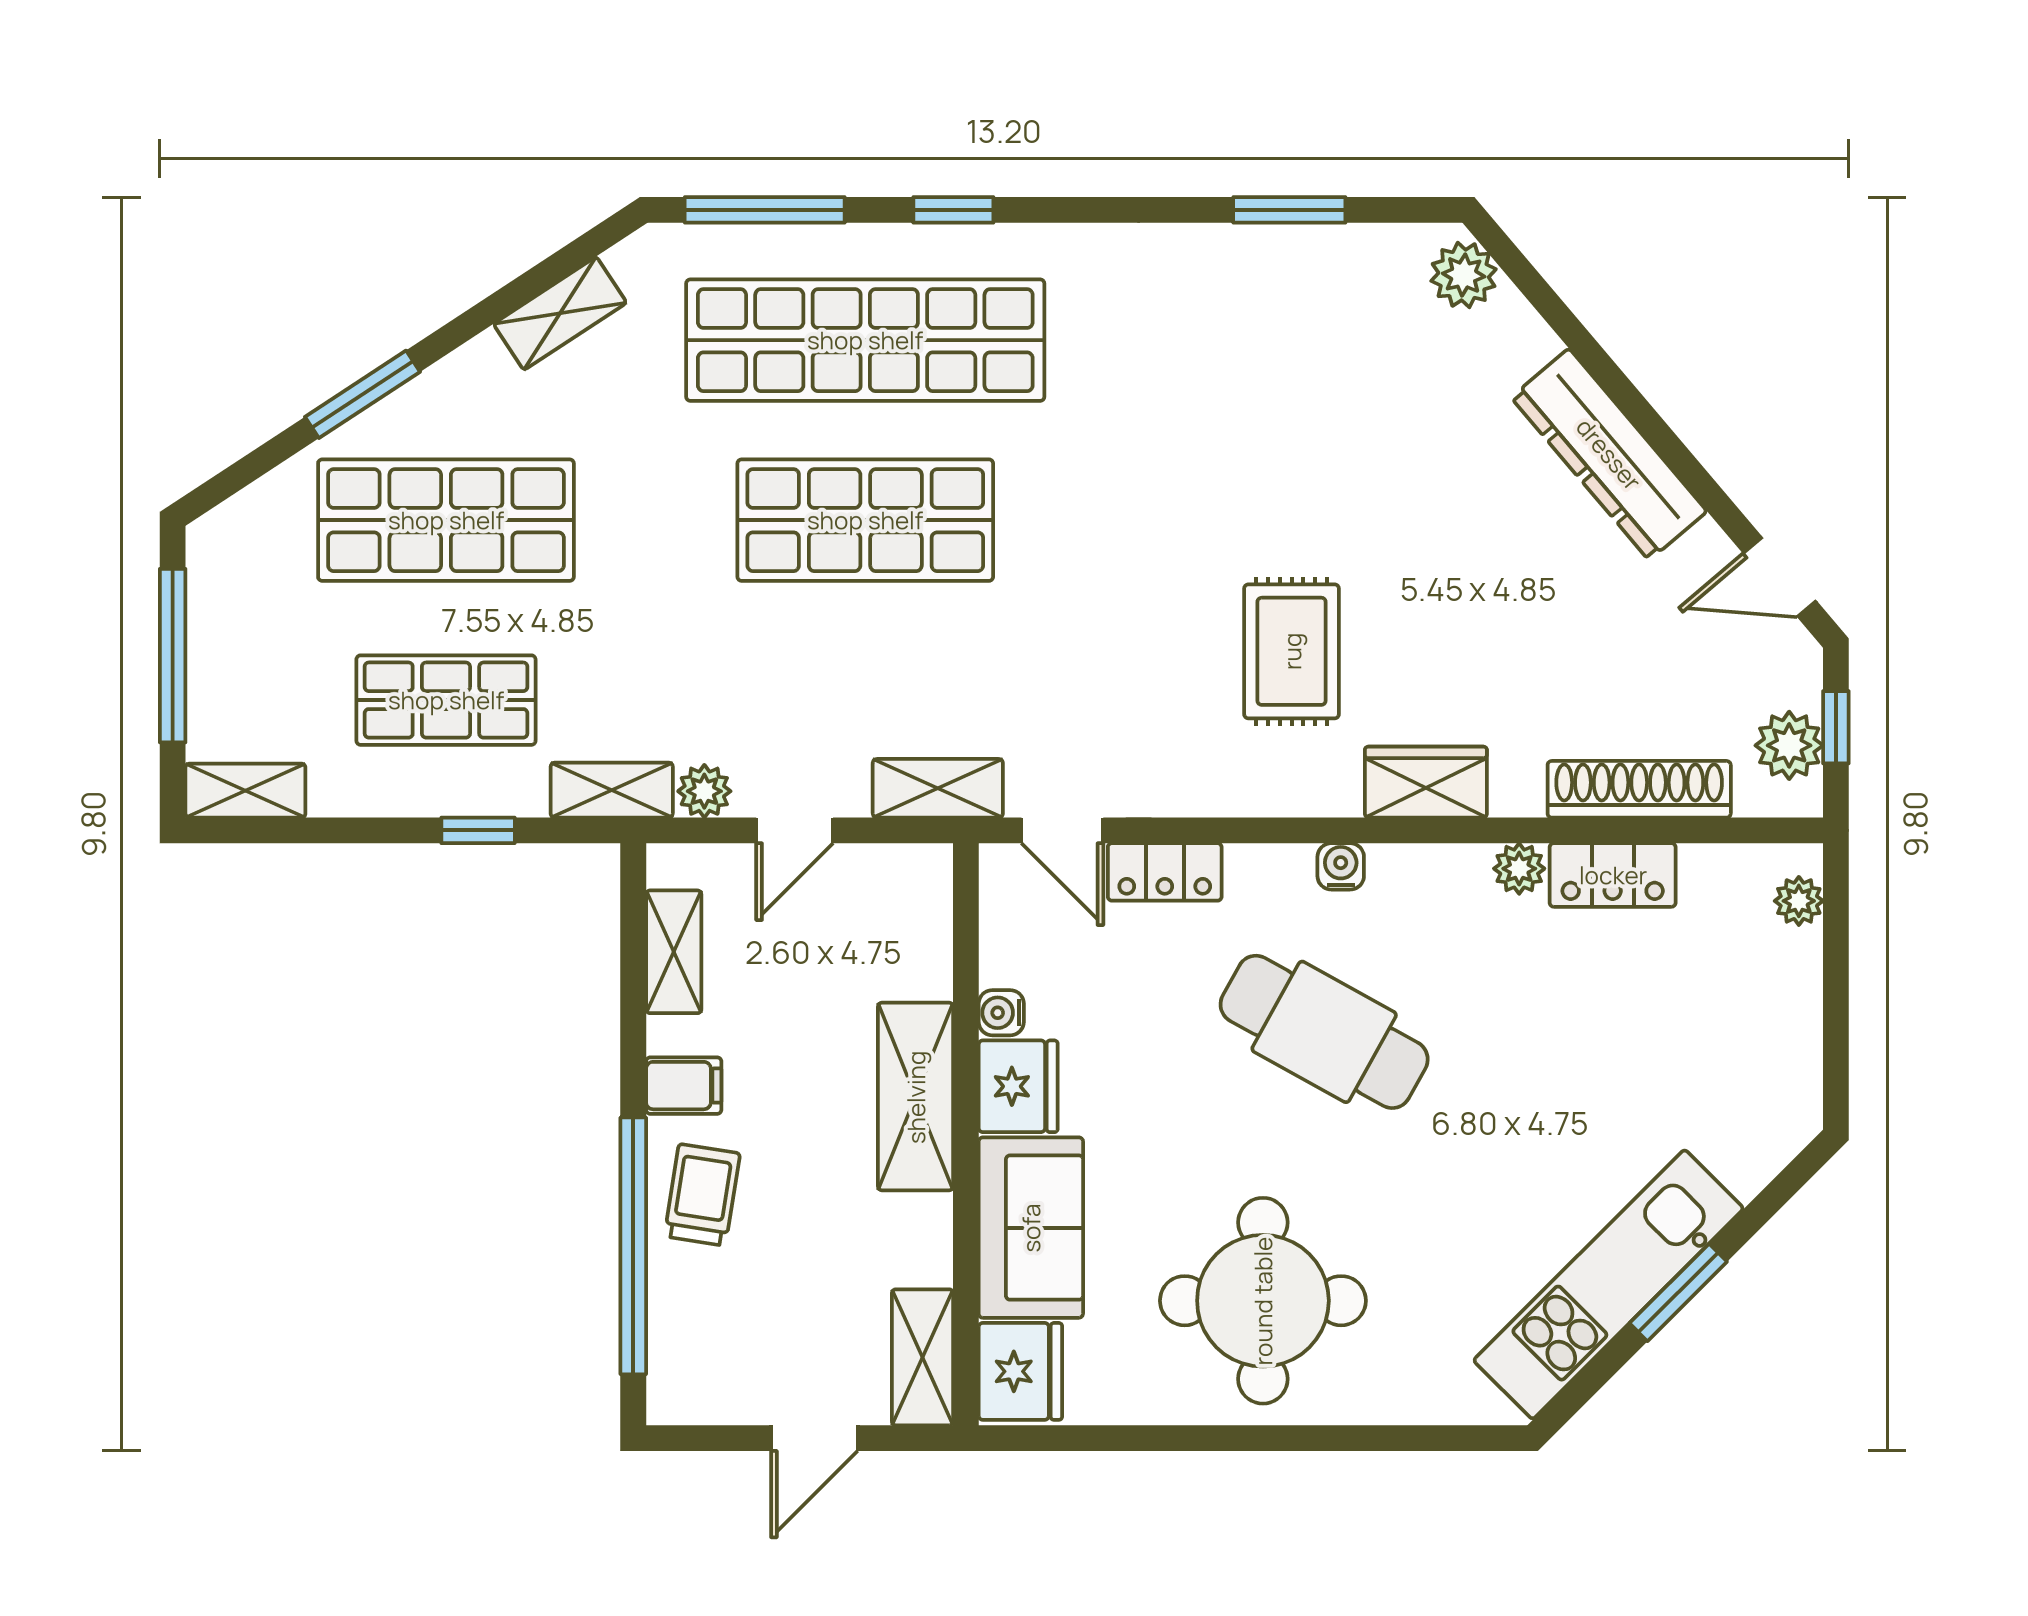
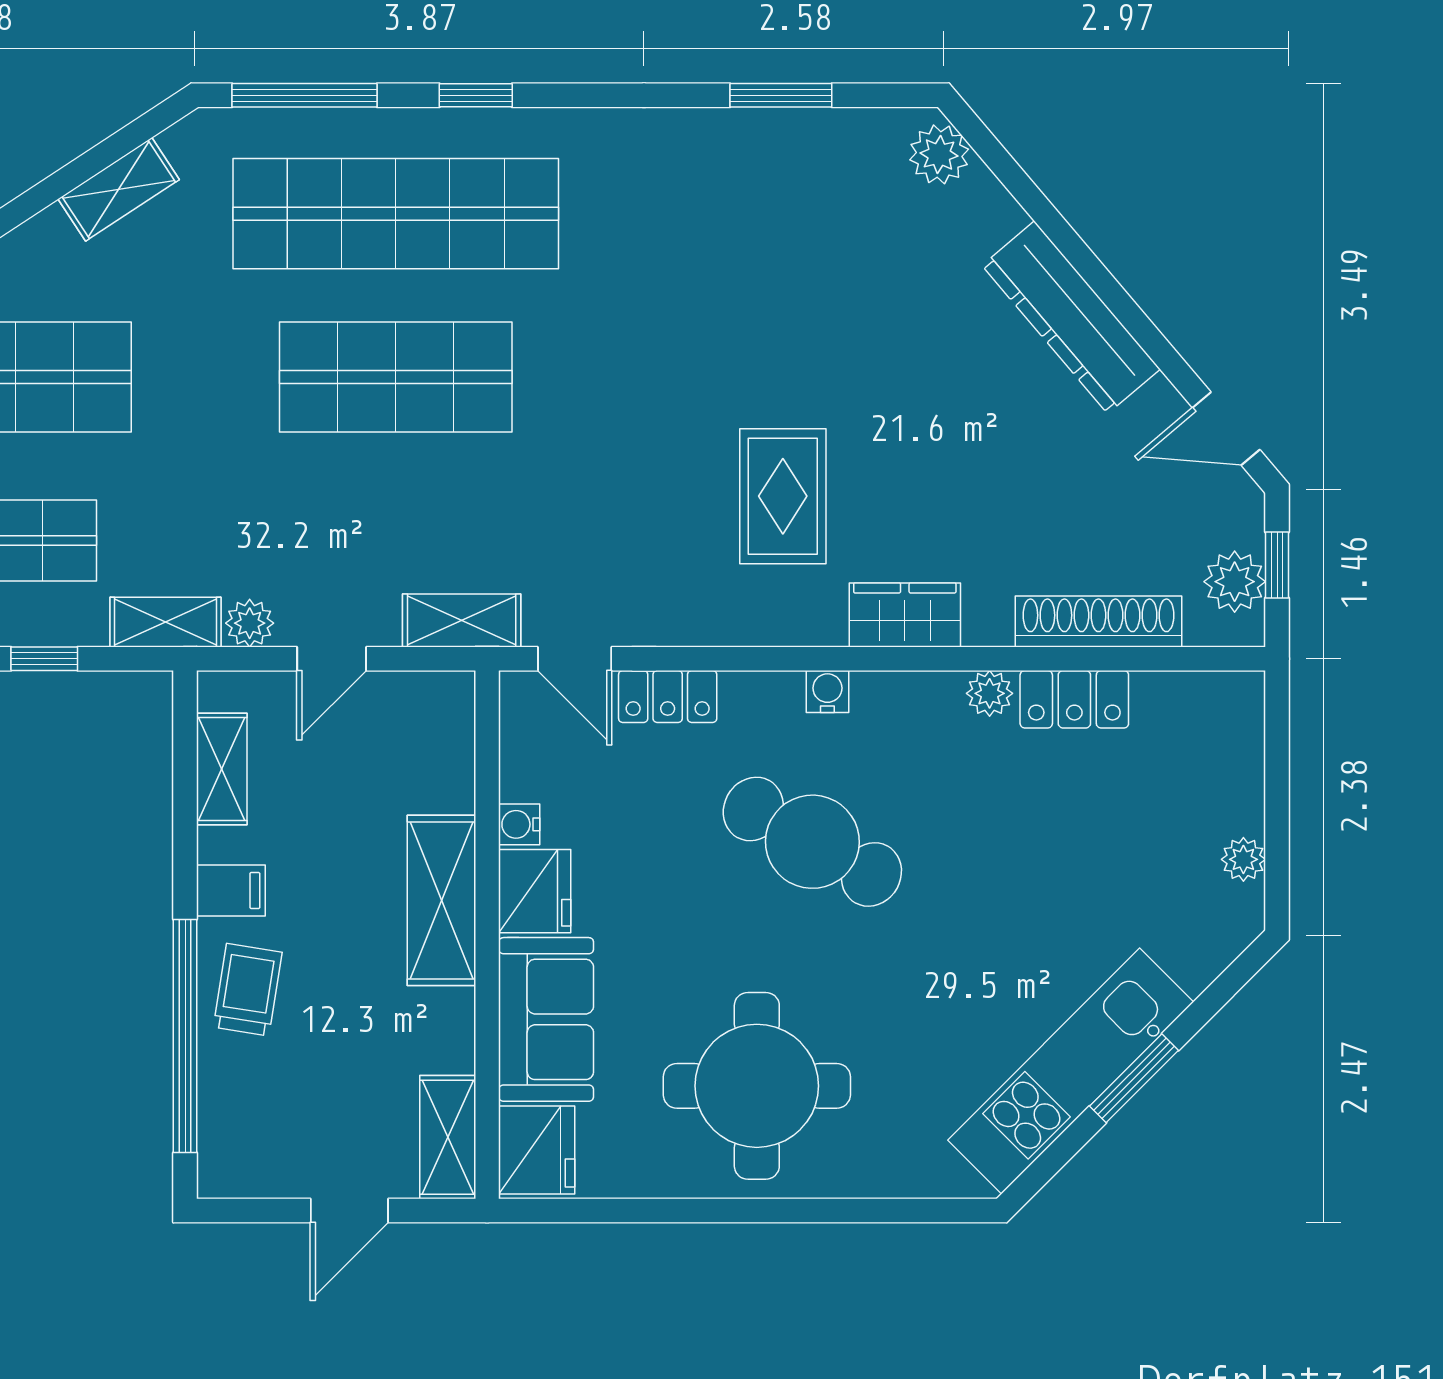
plant: (1799, 901) -> (1243, 859), moved

